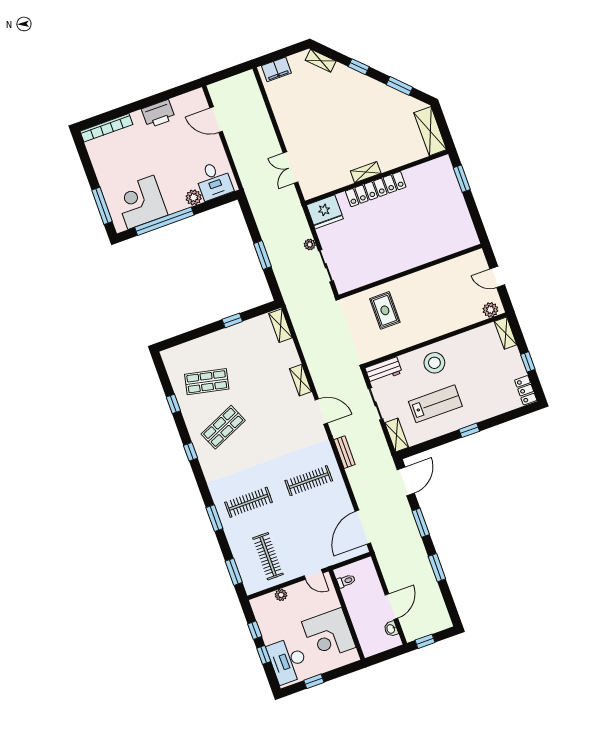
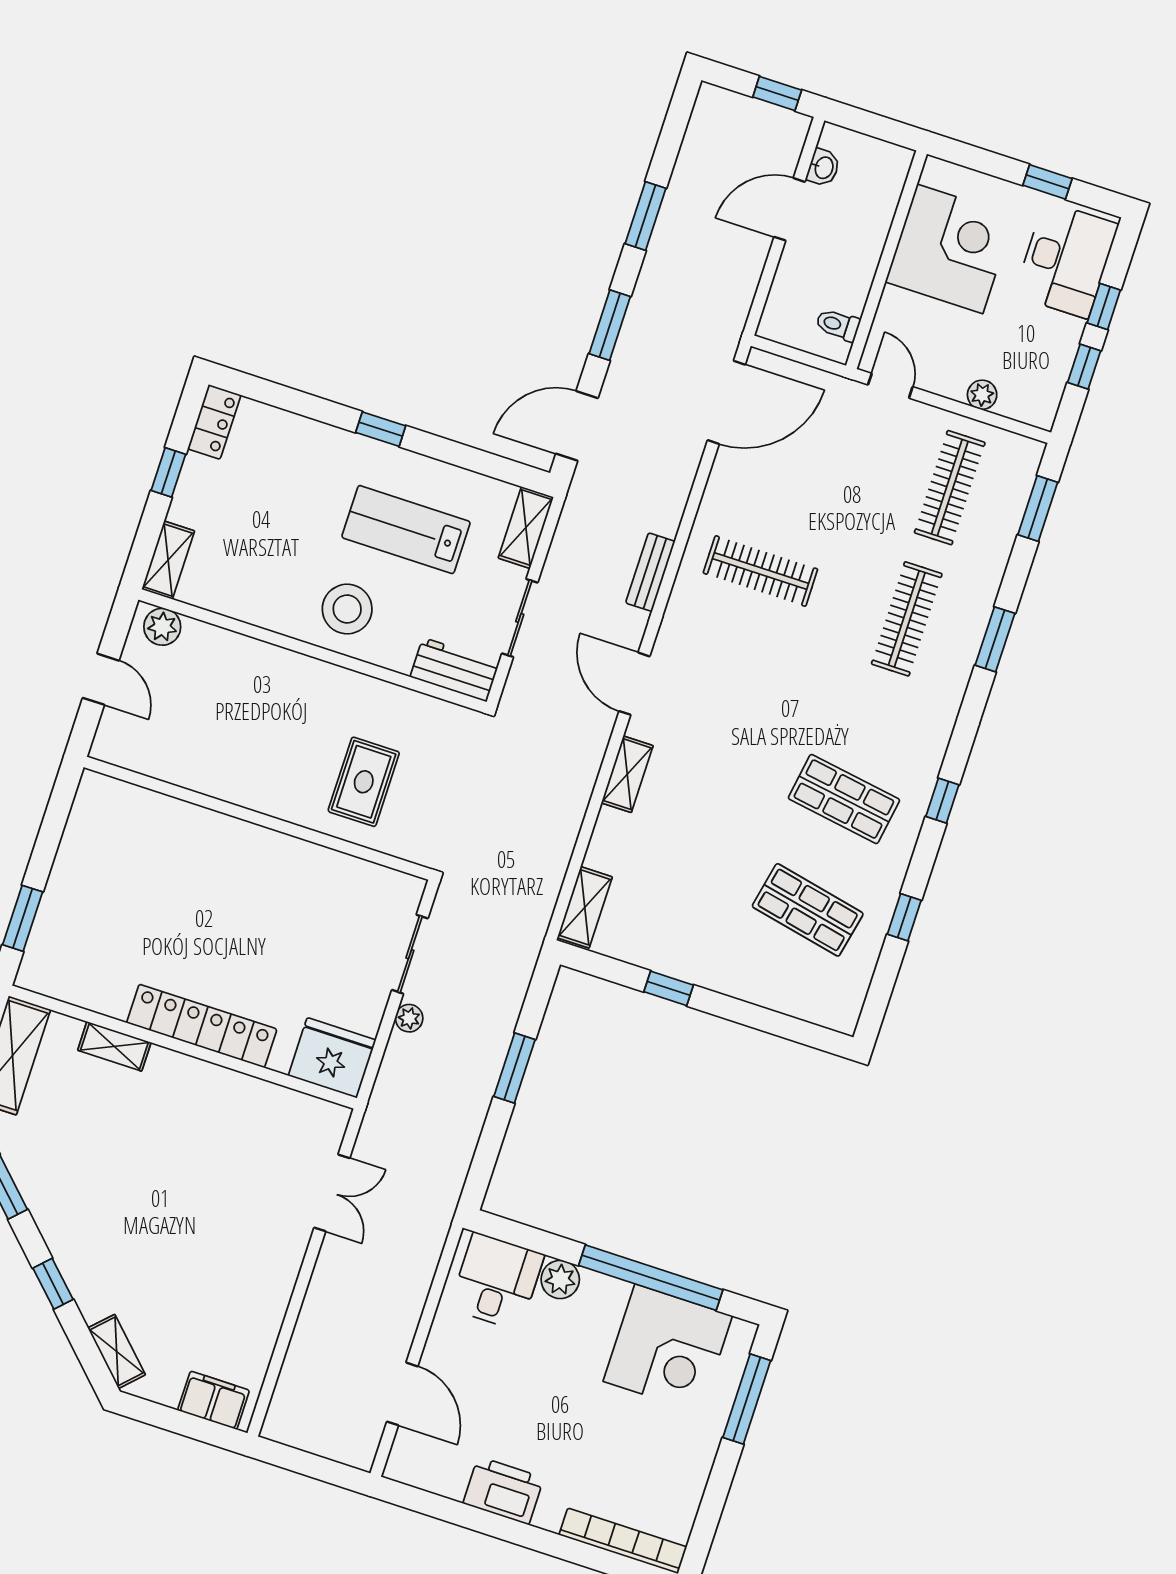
shelving: (366, 172) -> (114, 1046), moved
shop shelf: (223, 427) -> (844, 799), turned 33
clothes rail: (249, 502) -> (907, 619), turned 90

